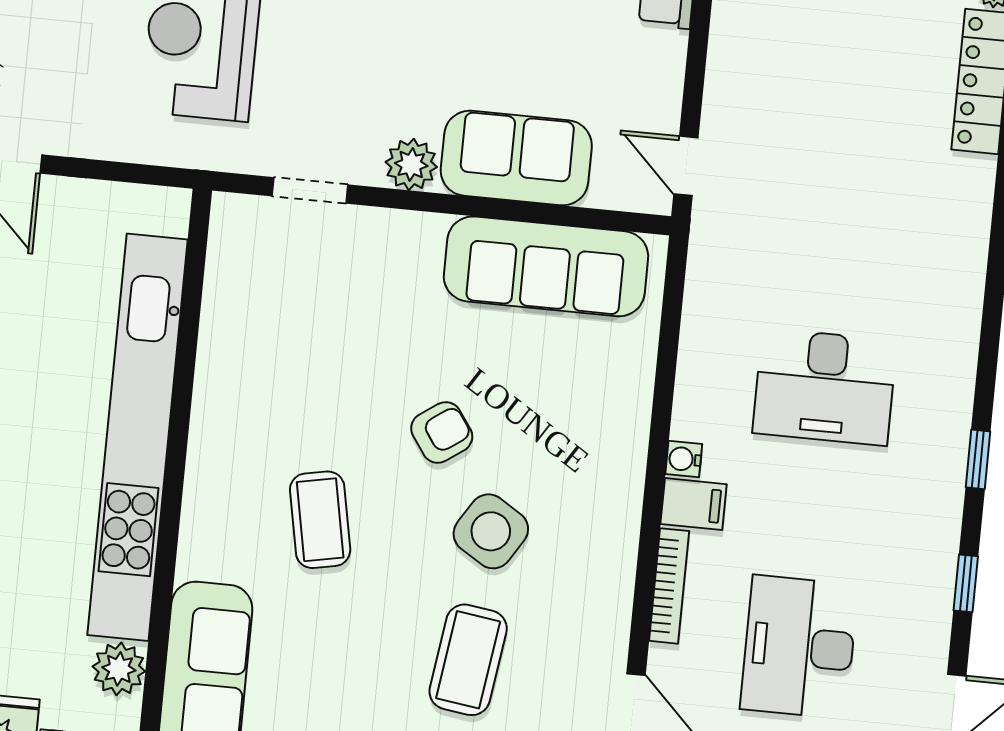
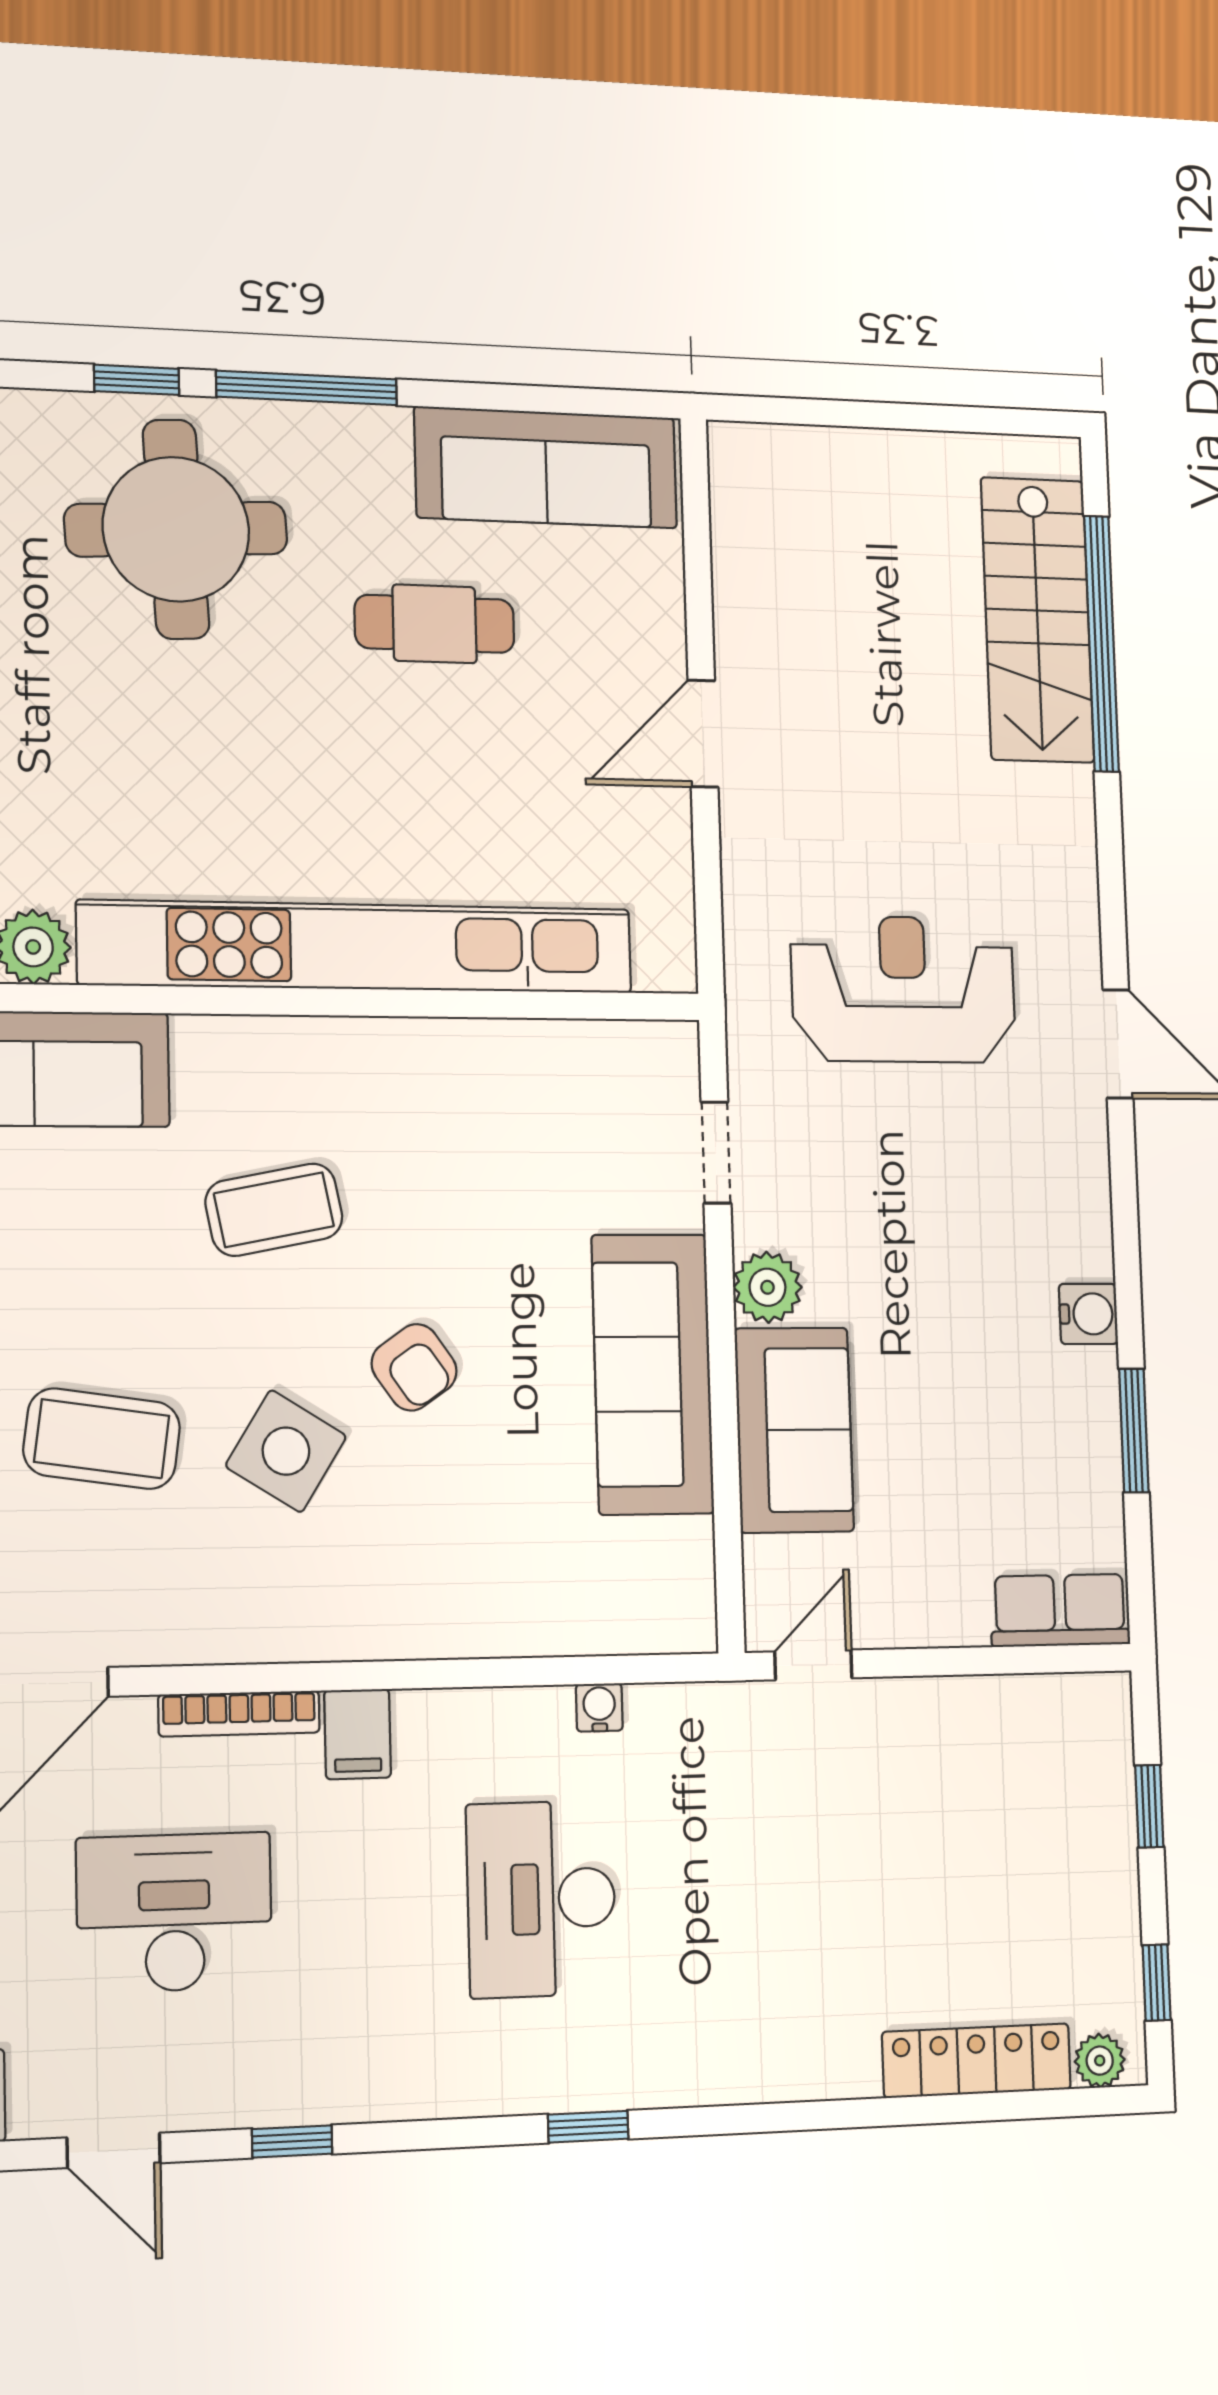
sofa: (546, 266) -> (653, 1374), moved
water cooler: (684, 459) -> (599, 1707), moved
window: (978, 459) -> (588, 2127), moved

